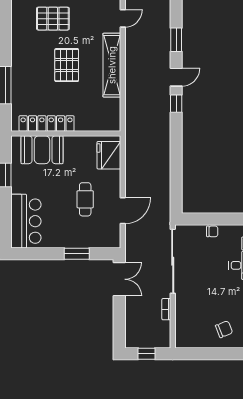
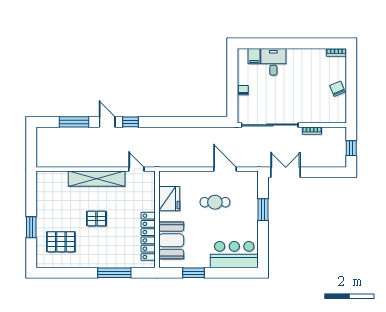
door: (123, 18) -> (136, 169), moved
pallet: (53, 19) -> (61, 242), moved, turned 90
window: (176, 40) -> (74, 122), width x1.44
pallet: (67, 65) -> (96, 219), width x0.67, depth x0.71
fridge: (109, 155) -> (169, 199), moved, turned -90
chair: (224, 329) -> (337, 89), moved

